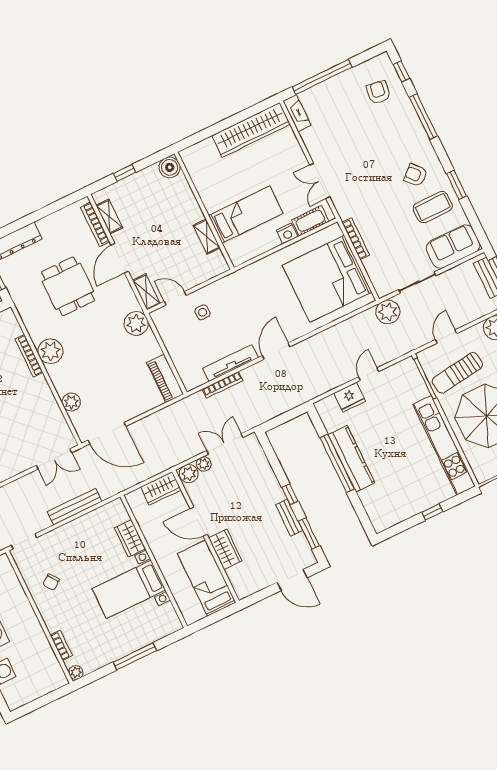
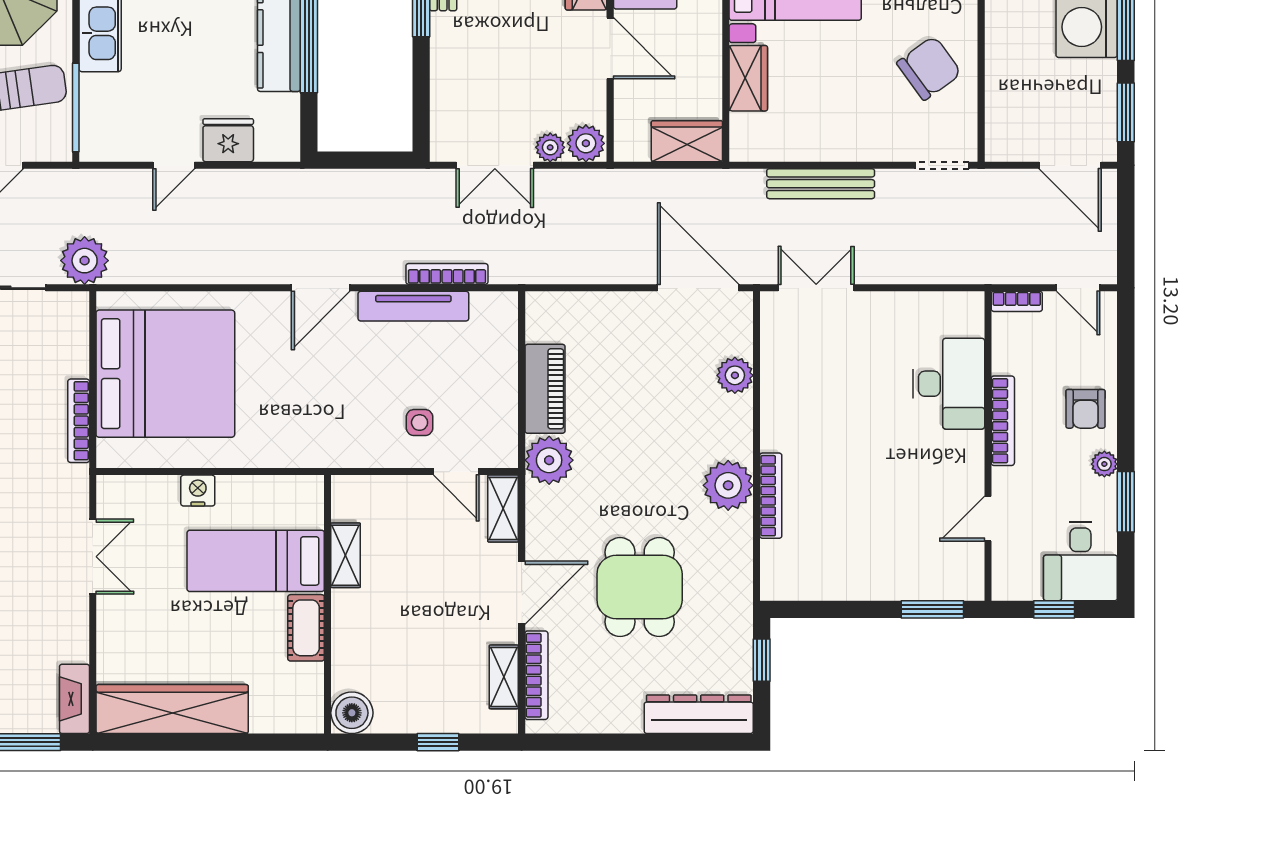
cot: (310, 221) -> (306, 628), moved, turned 90
piano: (165, 378) -> (545, 389), moved
wardrobe: (161, 488) -> (687, 141), moved
chair: (51, 582) -> (929, 68), width x1.87, depth x1.87

